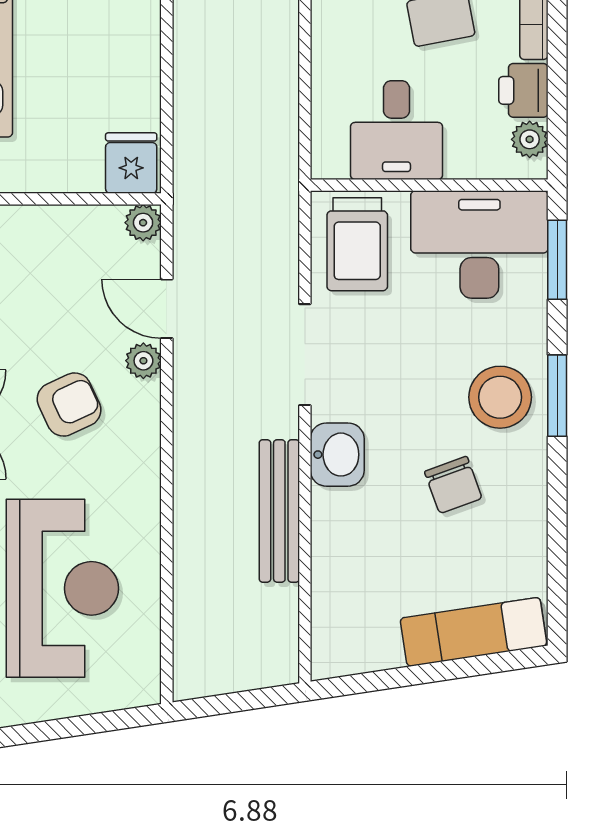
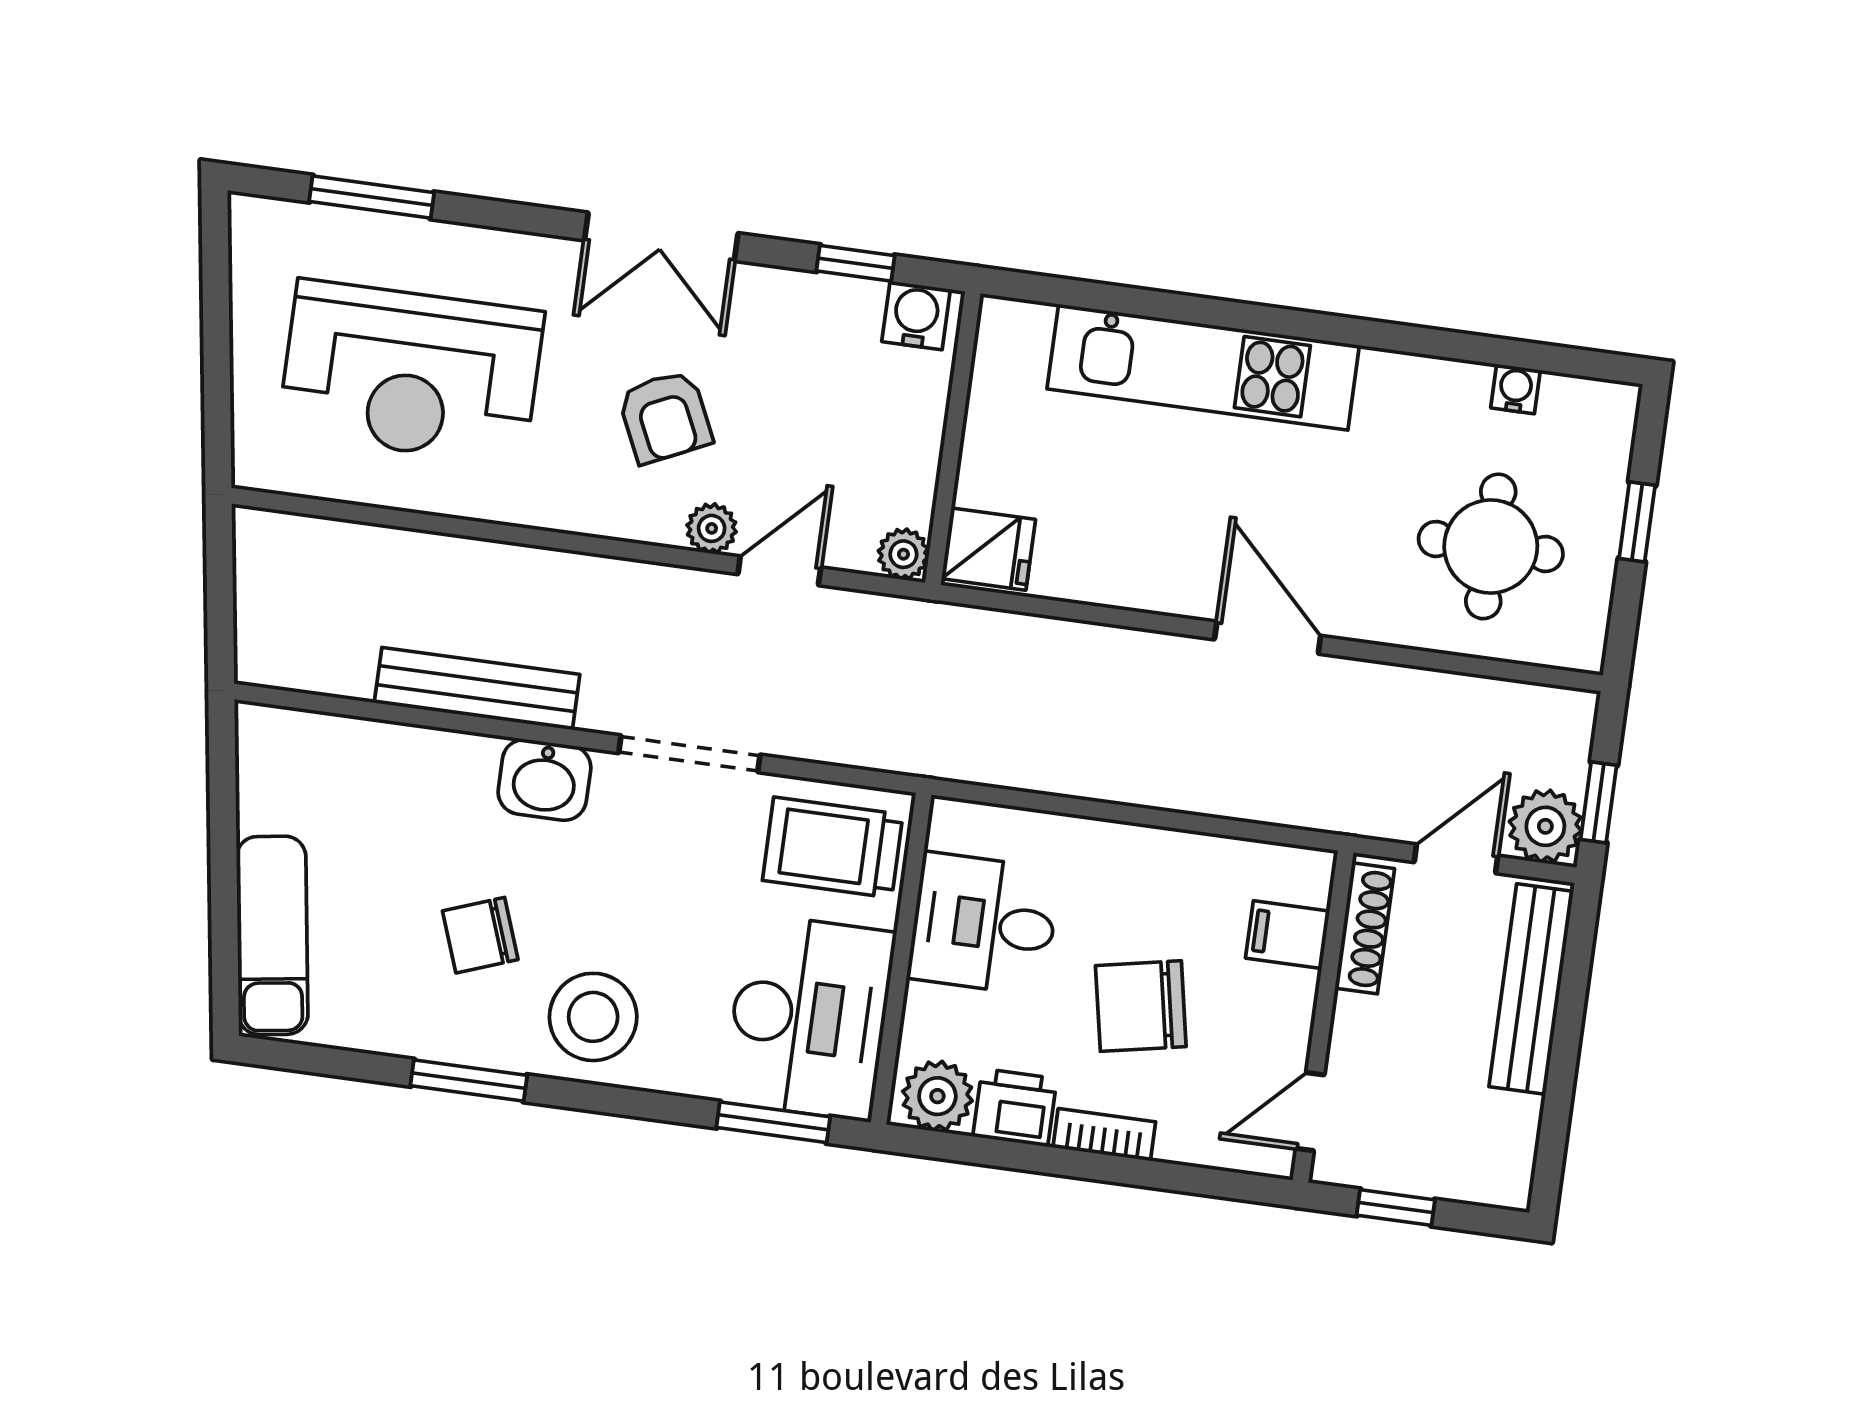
plant: (530, 139) -> (937, 1096), width x1.38, depth x1.38
window: (557, 396) -> (469, 1081), moved

